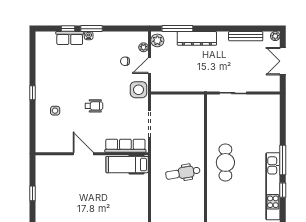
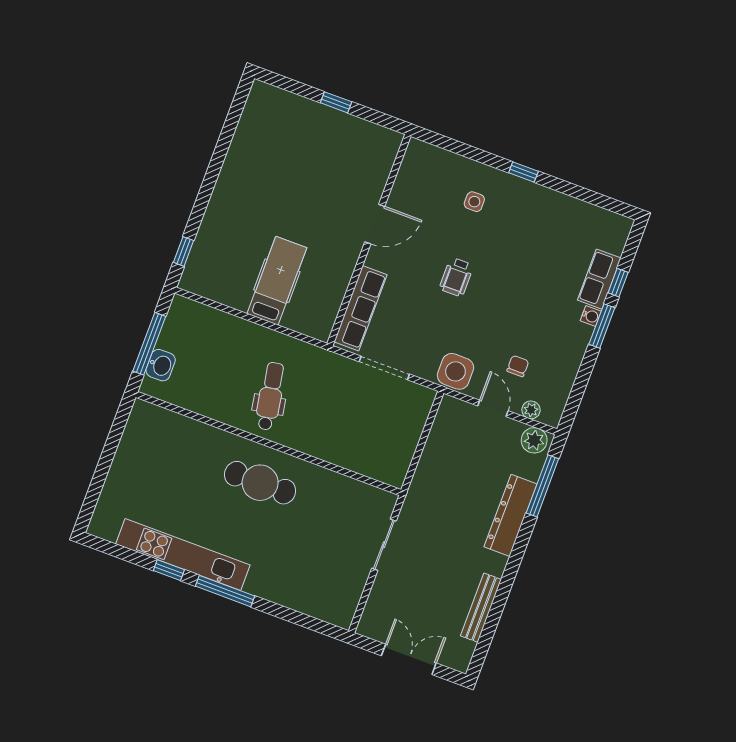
plant: (275, 36) -> (461, 663), removed
hospital bed: (127, 165) -> (277, 281), moved

